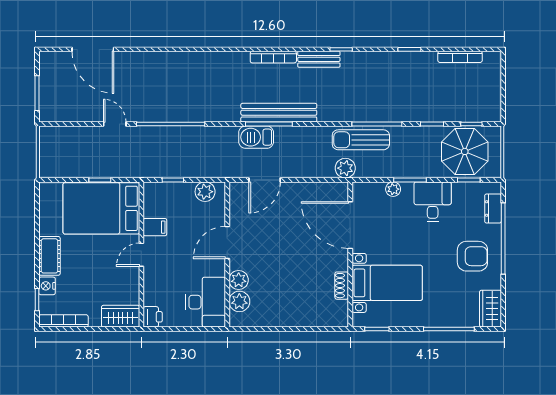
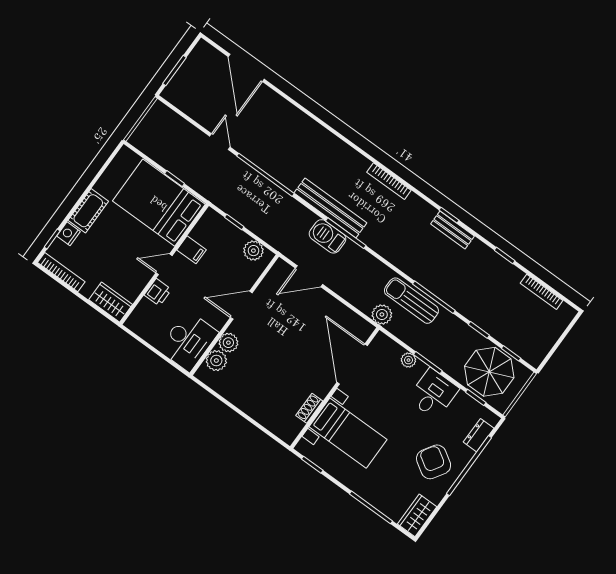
bench: (319, 59) -> (452, 230), moved
bench: (279, 113) -> (330, 208), moved
armchair: (472, 256) -> (434, 462), turned -148
printer: (153, 317) -> (158, 292), moved

